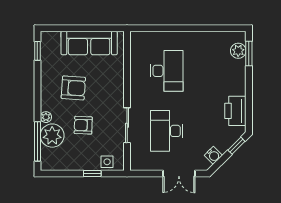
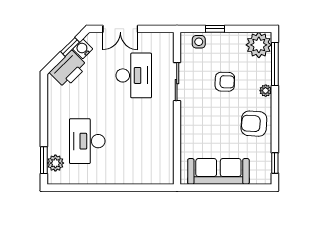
desk: (167, 71) -> (87, 141), moved
armchair: (73, 88) -> (254, 124), moved
printer: (235, 111) -> (68, 69), moved, turned 45
plant: (52, 136) -> (259, 45), moved
window: (236, 146) -> (70, 47), moved
double door: (179, 174) -> (120, 29), swing flipped

